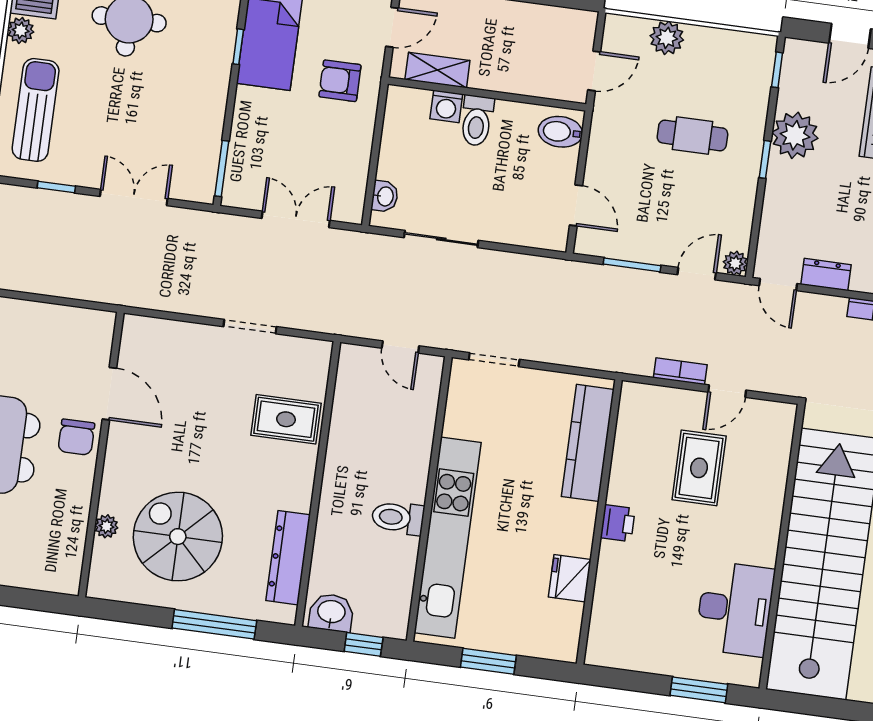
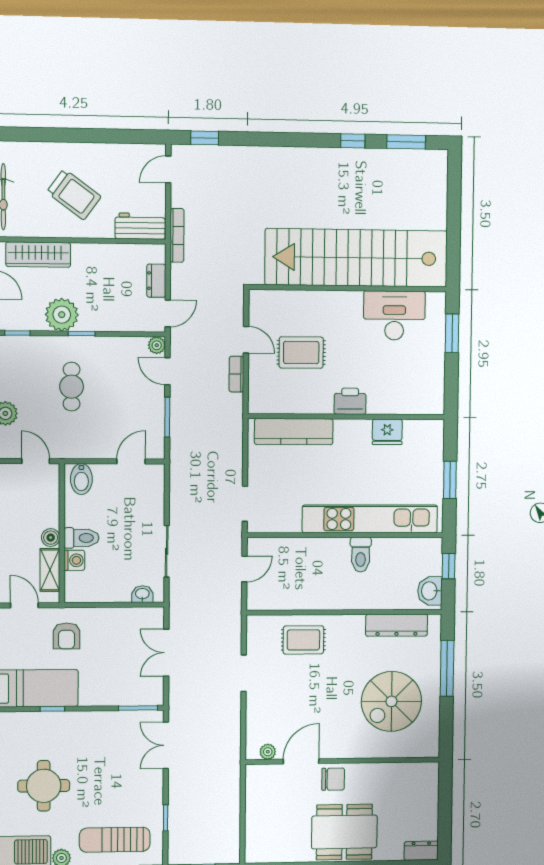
boiler: (483, 77) -> (51, 538), added
double door: (134, 197) -> (166, 745), moved
rug: (286, 419) -> (303, 640), turned 90
printer: (618, 523) -> (350, 401), width x1.36, depth x1.24
plant: (106, 526) -> (268, 752), moved

